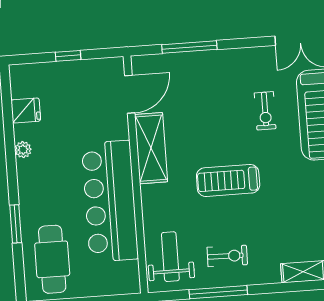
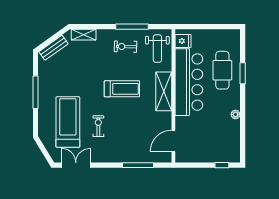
window: (68, 56) -> (222, 165), moved
fridge: (26, 110) -> (183, 41), moved, turned 180
shelving: (151, 148) -> (164, 91), moved
cafe table: (52, 259) -> (222, 70), moved

